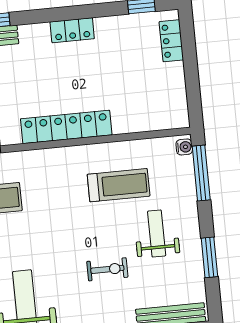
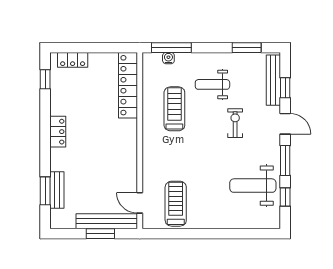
locker: (66, 127) -> (128, 85), moved
water cooler: (184, 147) -> (168, 58), moved
window: (209, 257) -> (247, 48), moved

